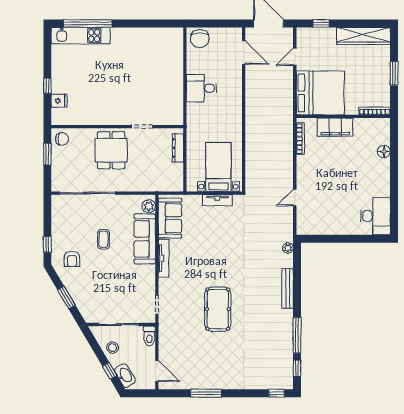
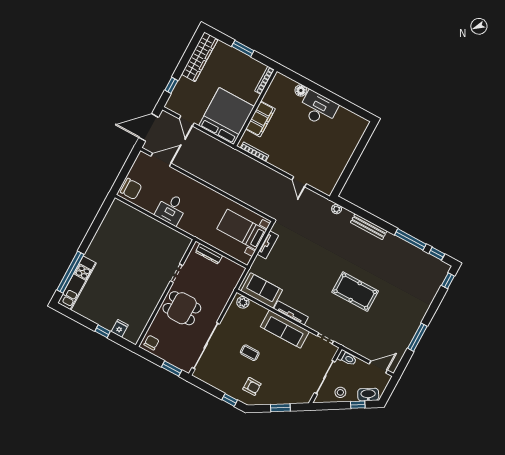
window: (47, 154) -> (172, 369), moved
desk: (375, 216) -> (318, 109), moved
sofa: (145, 239) -> (285, 329), moved

